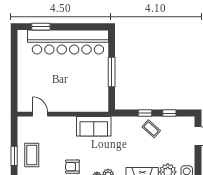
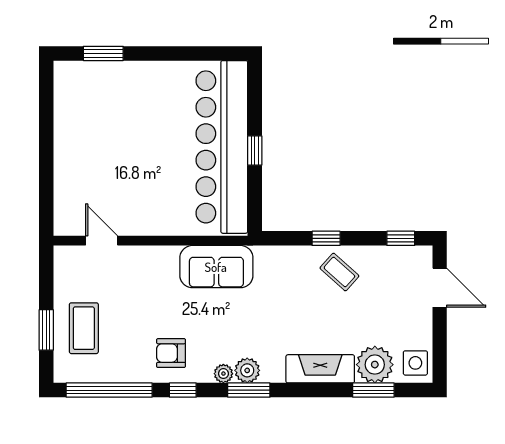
bar counter: (68, 42) -> (222, 147), moved, turned 90
window: (112, 72) -> (255, 151), width x0.46
window: (169, 113) -> (401, 238), moved

